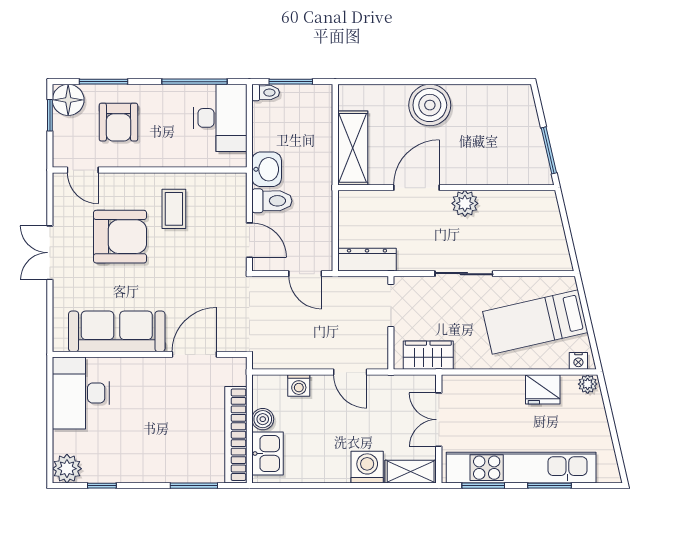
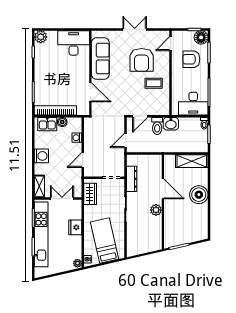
shelving: (353, 148) -> (192, 161), moved
dresser: (367, 260) -> (132, 179), moved
fridge: (543, 389) -> (75, 227), moved
washing machine: (367, 467) -> (41, 156), moved

